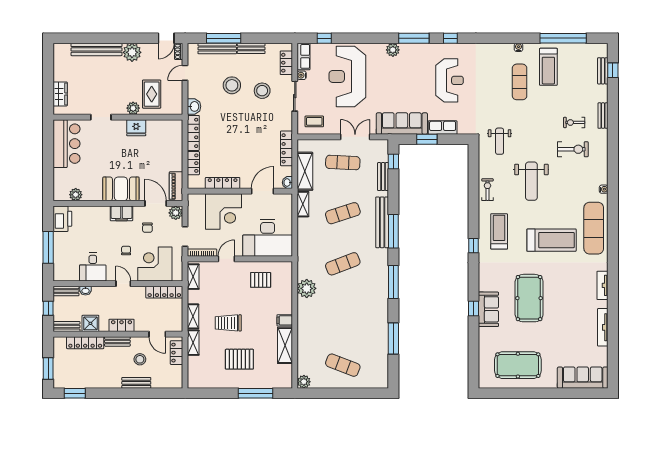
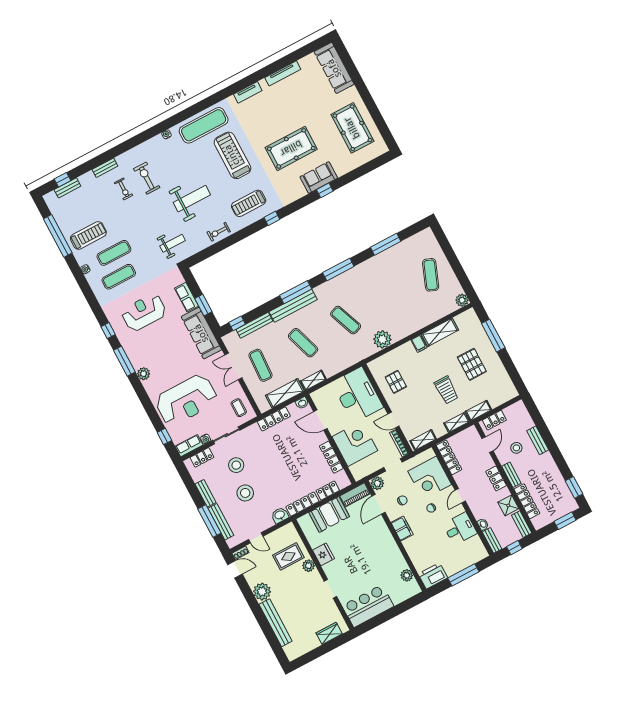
exercise mat: (495, 75) -> (119, 277), added
bench: (383, 177) -> (254, 325), width x1.36
booth: (121, 189) -> (329, 514), moved, turned 90

